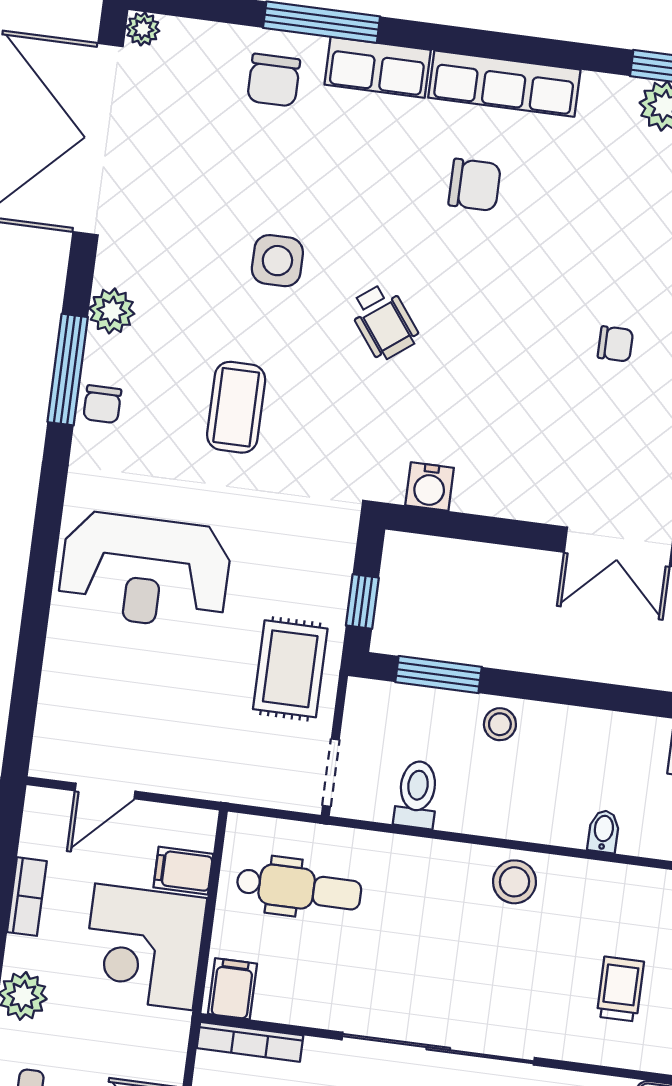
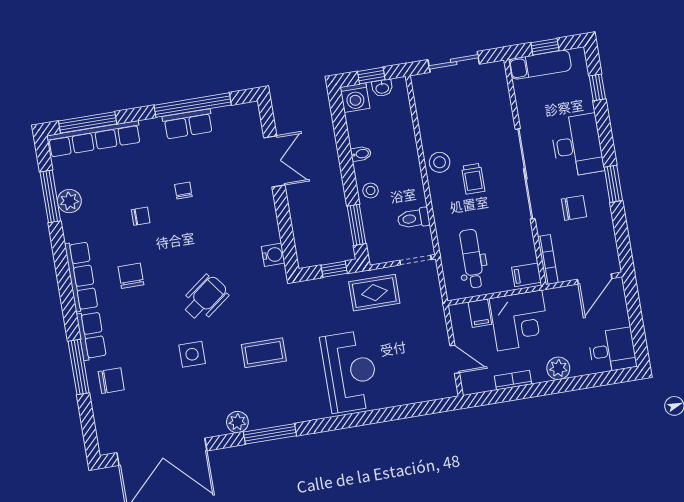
plant: (143, 29) -> (106, 447), removed
wheelchair: (384, 322) -> (205, 298), width x1.36, depth x1.37
chair: (102, 404) -> (141, 216), moved
bidet: (604, 831) -> (361, 154), moved, turned 180
trolley: (620, 989) -> (473, 179), moved, turned -90

